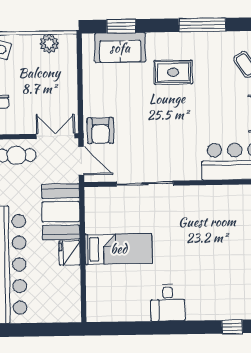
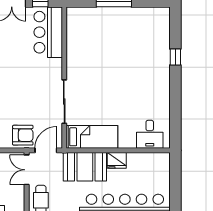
bed: (119, 249) -> (92, 137), moved, turned 90
desk: (168, 303) -> (150, 134), moved, turned 90
window: (232, 327) -> (175, 57), moved

